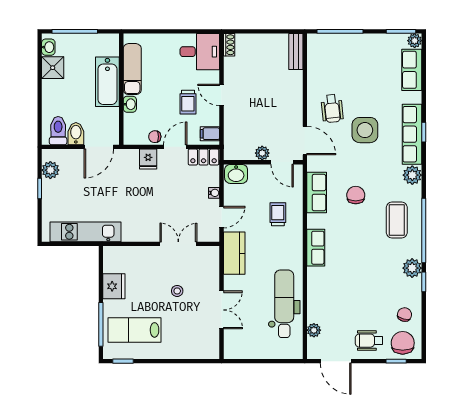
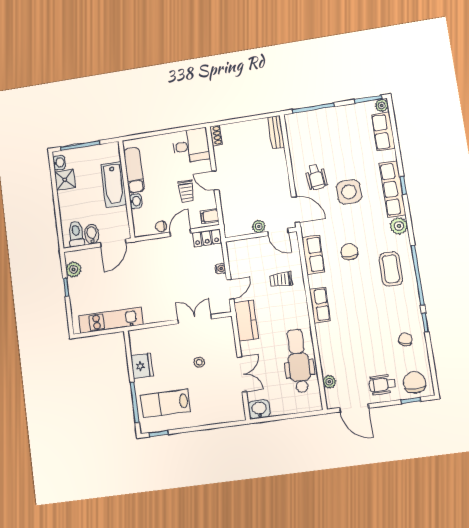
fridge: (148, 159) -> (158, 247), removed
washbasin: (236, 174) -> (259, 409), moved, turned 180
trolley: (278, 214) -> (281, 280), turned -90
plant: (412, 268) -> (412, 311), removed
chair: (404, 315) -> (405, 339), moved

